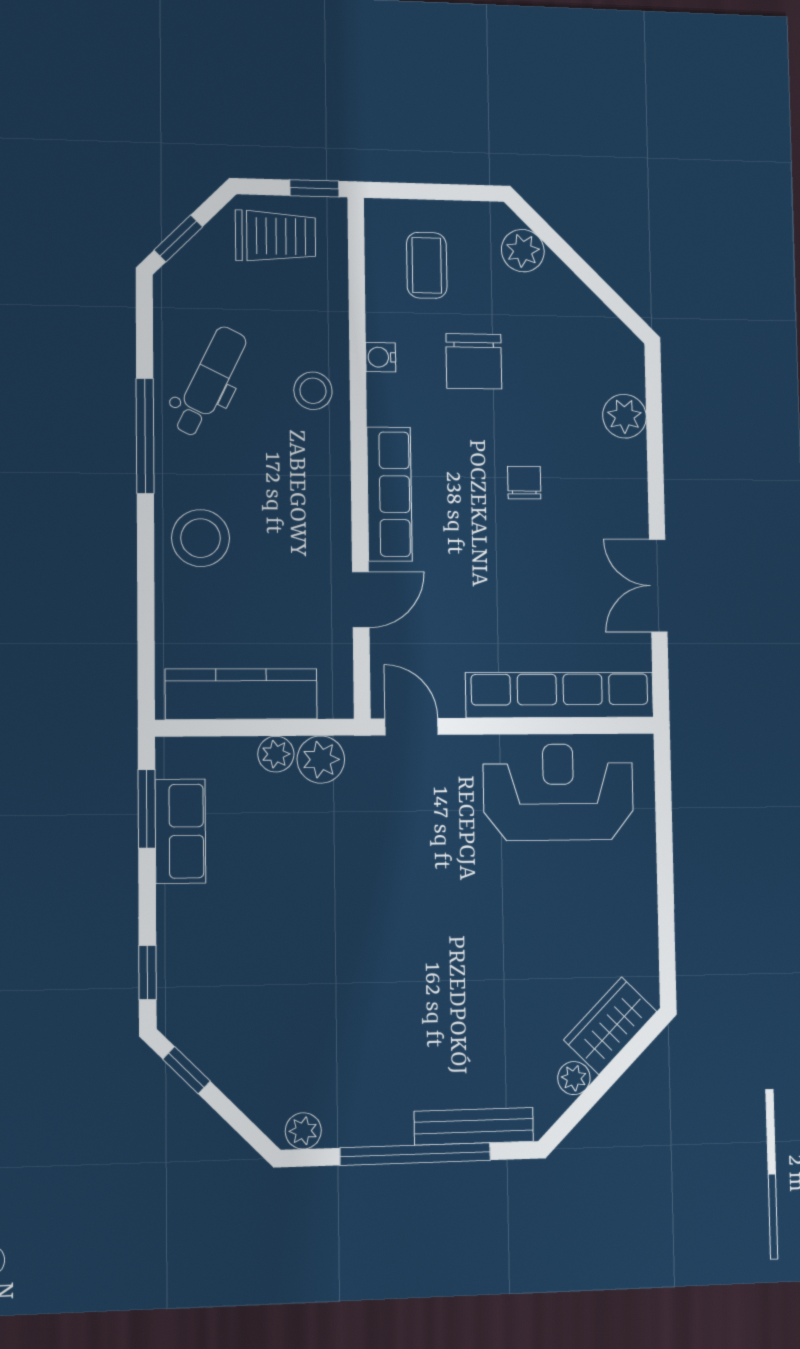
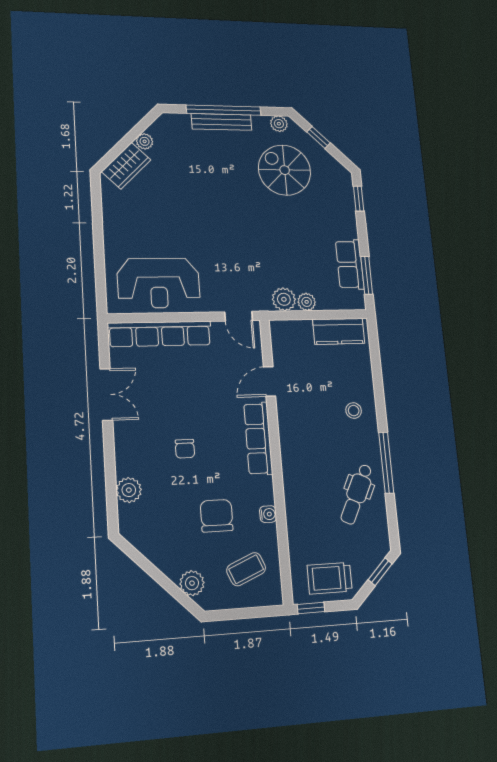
coffee table: (427, 265) -> (246, 569), turned 67
stool: (313, 391) -> (303, 493), removed
stool: (201, 538) -> (354, 411), width x0.53, depth x0.53
kitchen counter: (241, 694) -> (339, 331), width x0.67
spiral stairs: (299, 1029) -> (285, 170), added
window: (186, 1070) -> (318, 137), moved
bench: (474, 1126) -> (222, 122), moved

